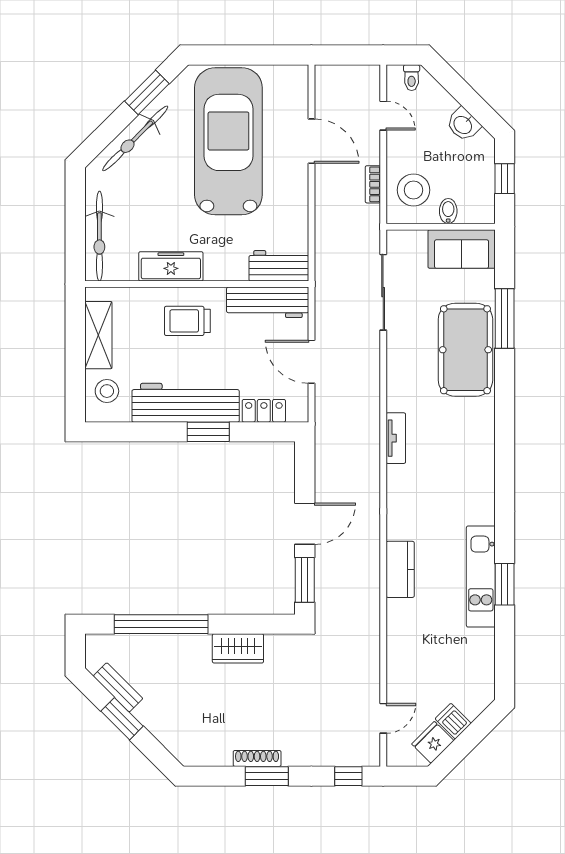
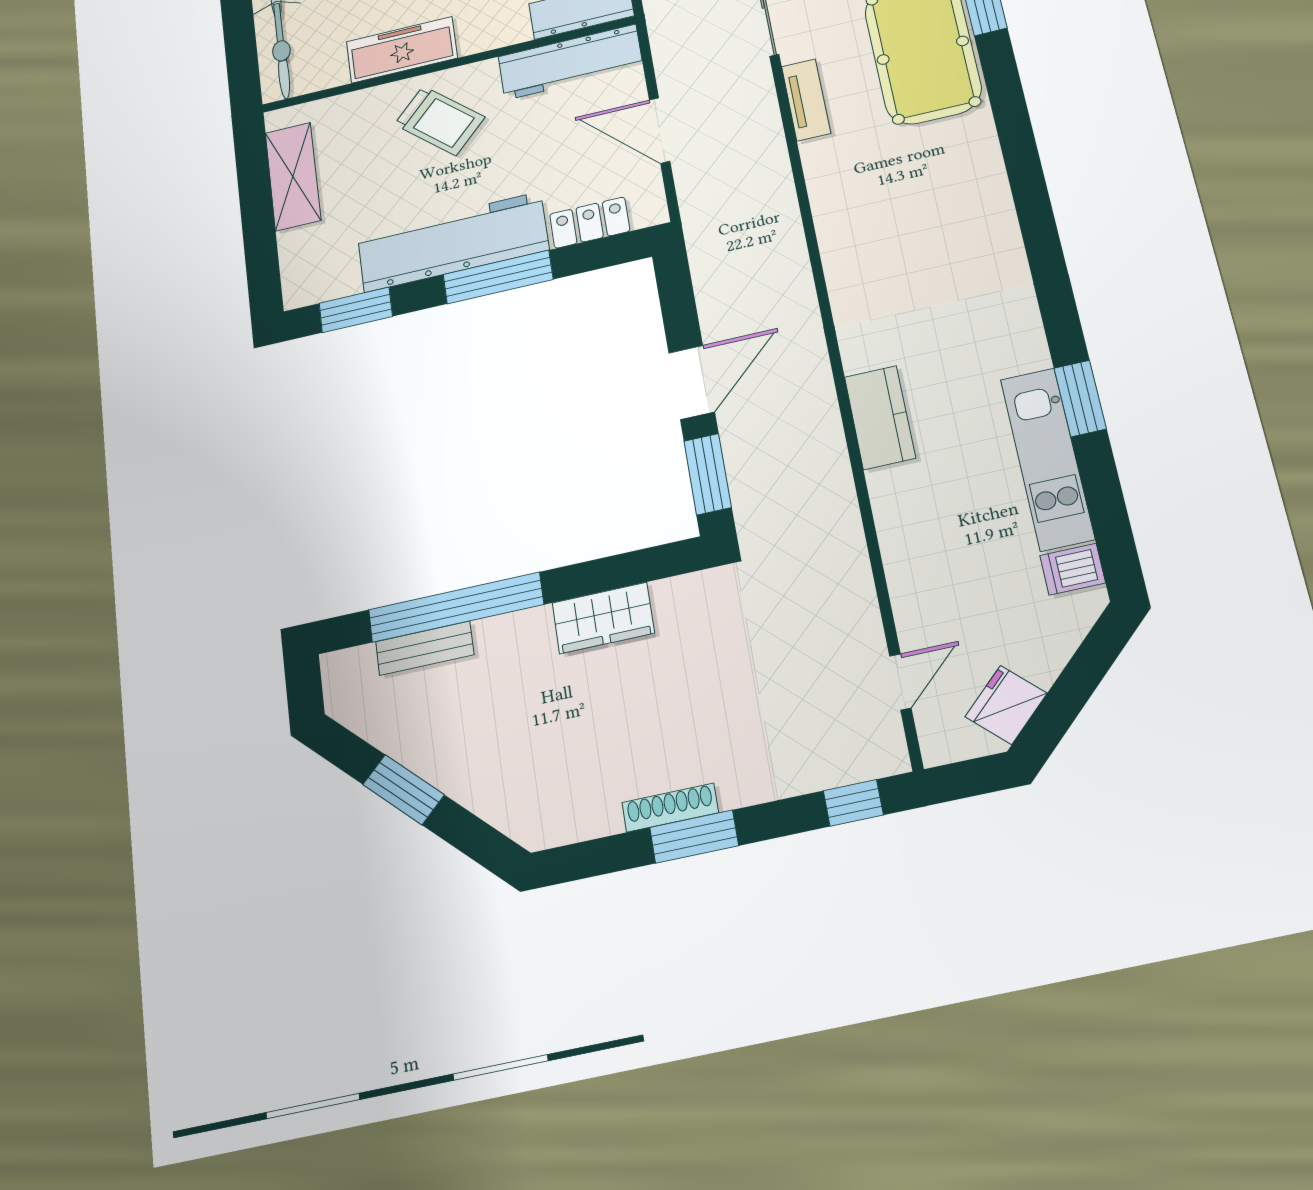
trolley: (187, 321) -> (439, 121), turned -137
stool: (107, 391) -> (316, 256), removed
window: (126, 432) -> (356, 310), added
window: (208, 432) -> (498, 277), width x1.44
tv unit: (396, 438) -> (806, 100), moved
kitchen unit: (481, 577) -> (1047, 459), moved
bench: (118, 687) -> (425, 648), moved, turned -45
dishwasher: (453, 721) -> (1073, 569), moved, turned -45

